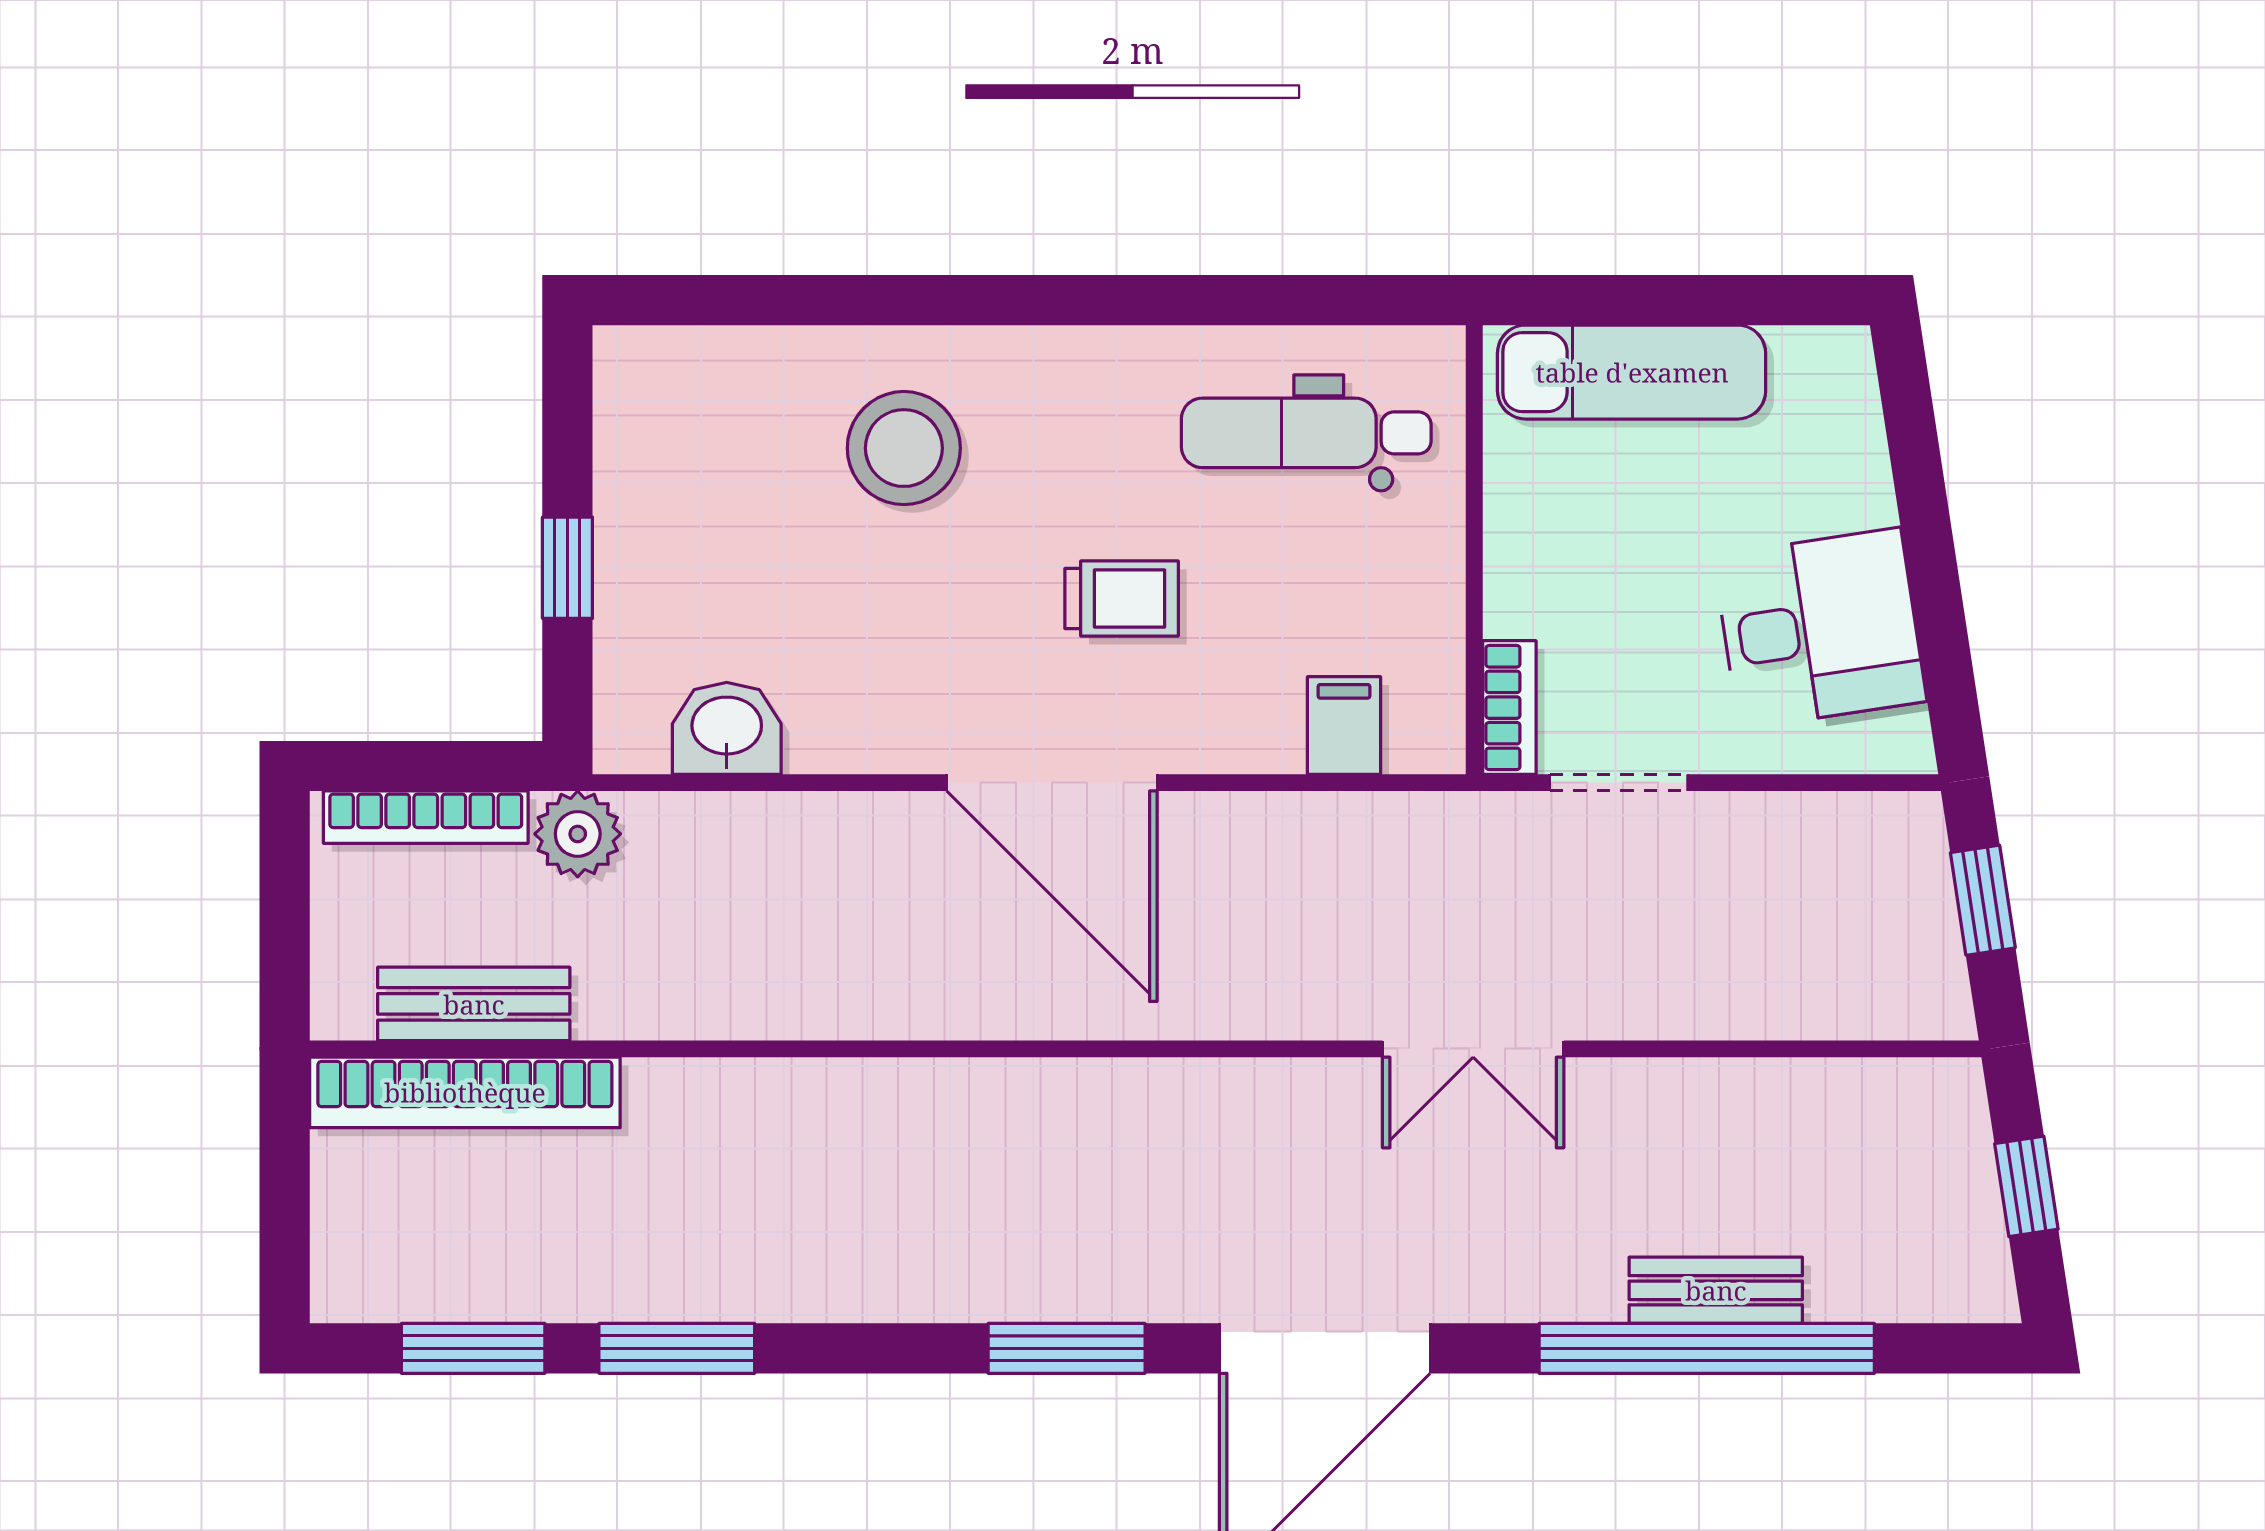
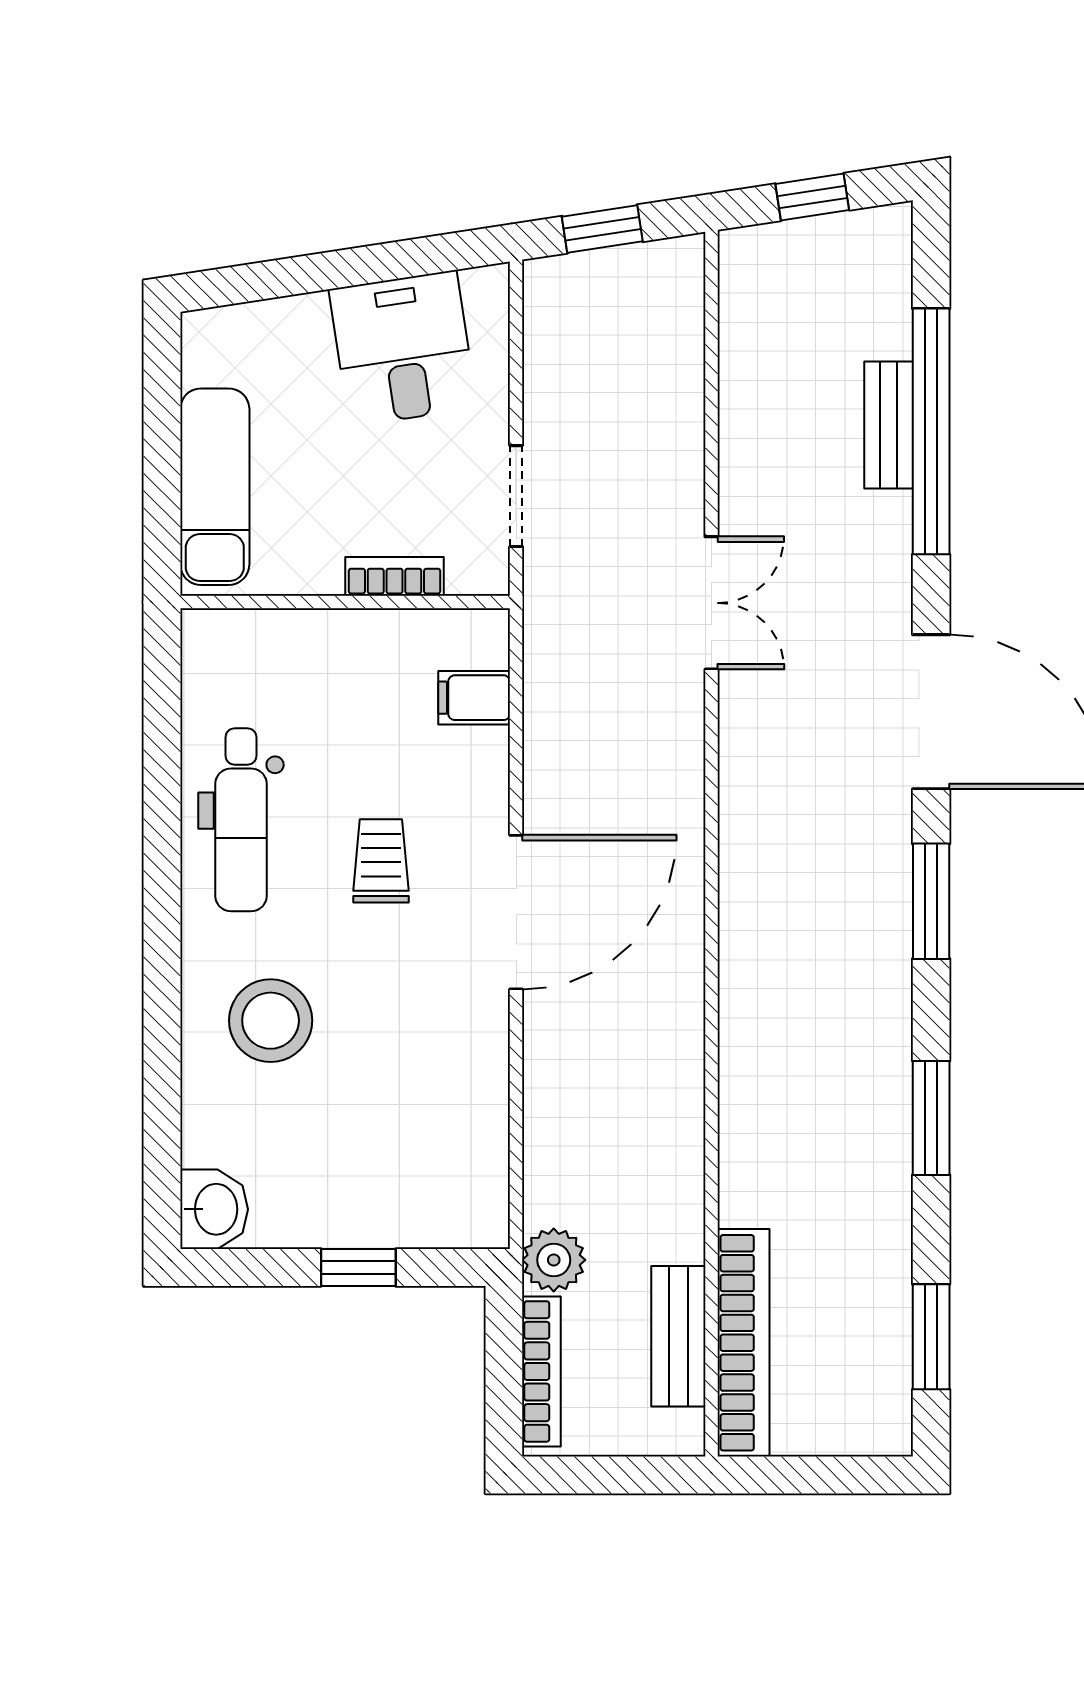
dental chair: (1306, 433) -> (241, 820), moved
bookcase: (1509, 708) -> (395, 576), moved
washbasin: (727, 728) -> (214, 1209), moved, turned 180
window: (677, 1348) -> (931, 1118), moved

